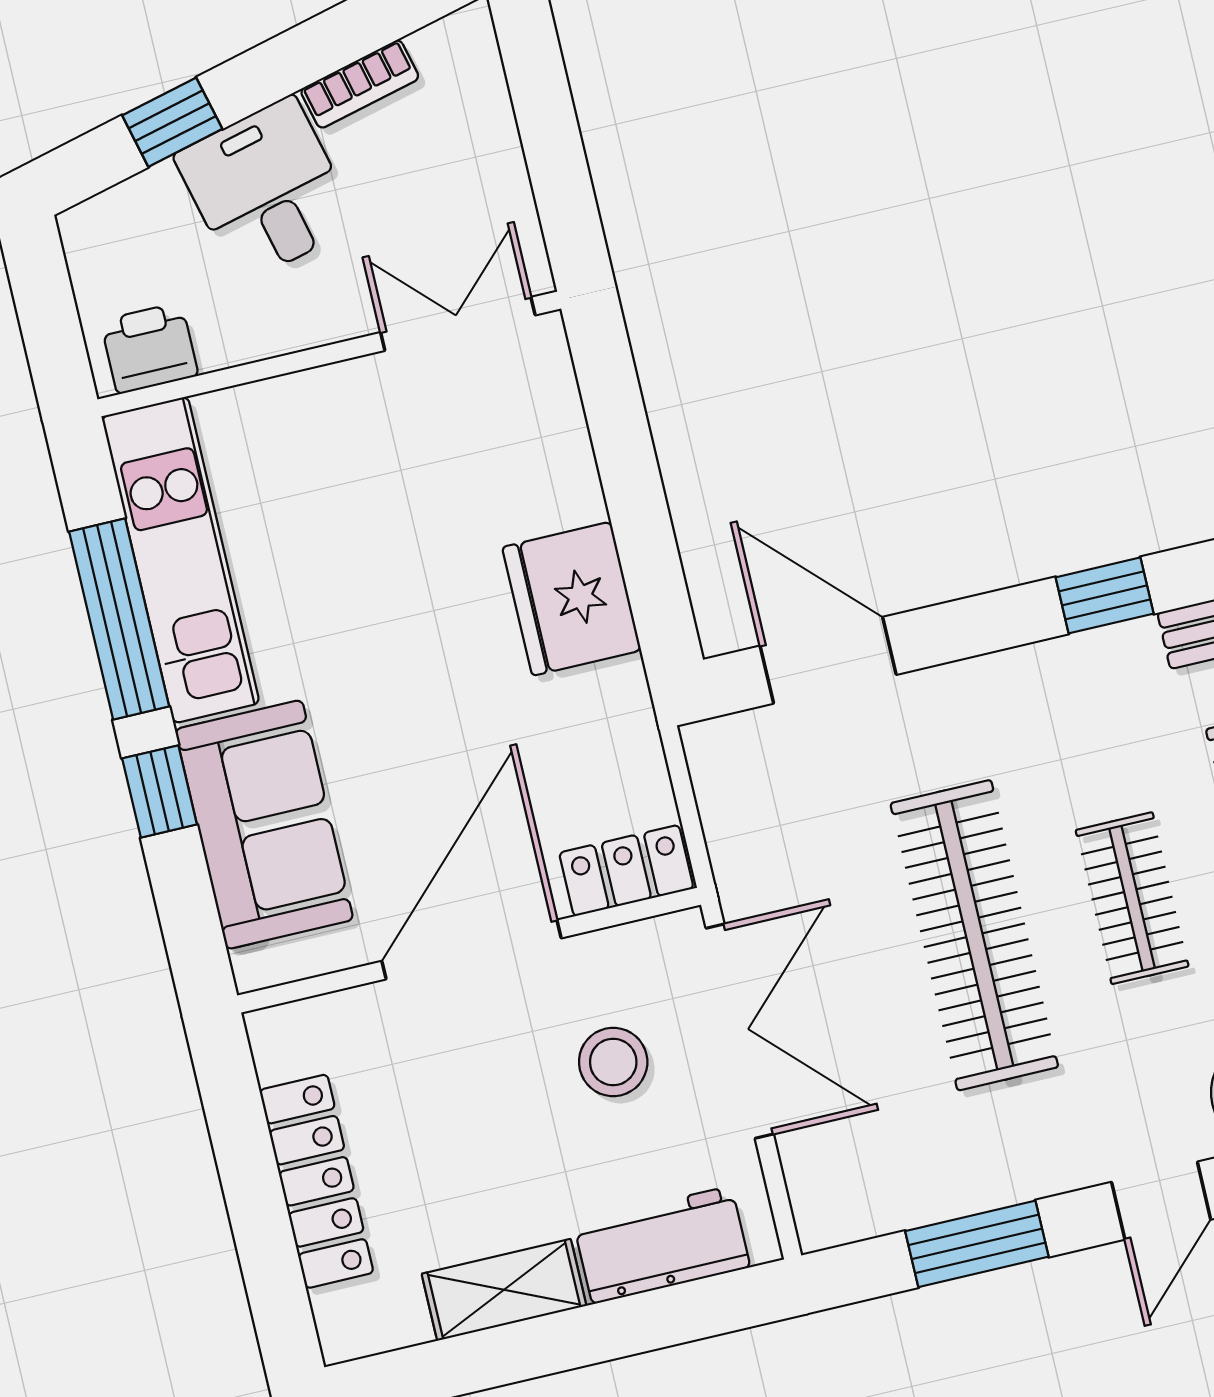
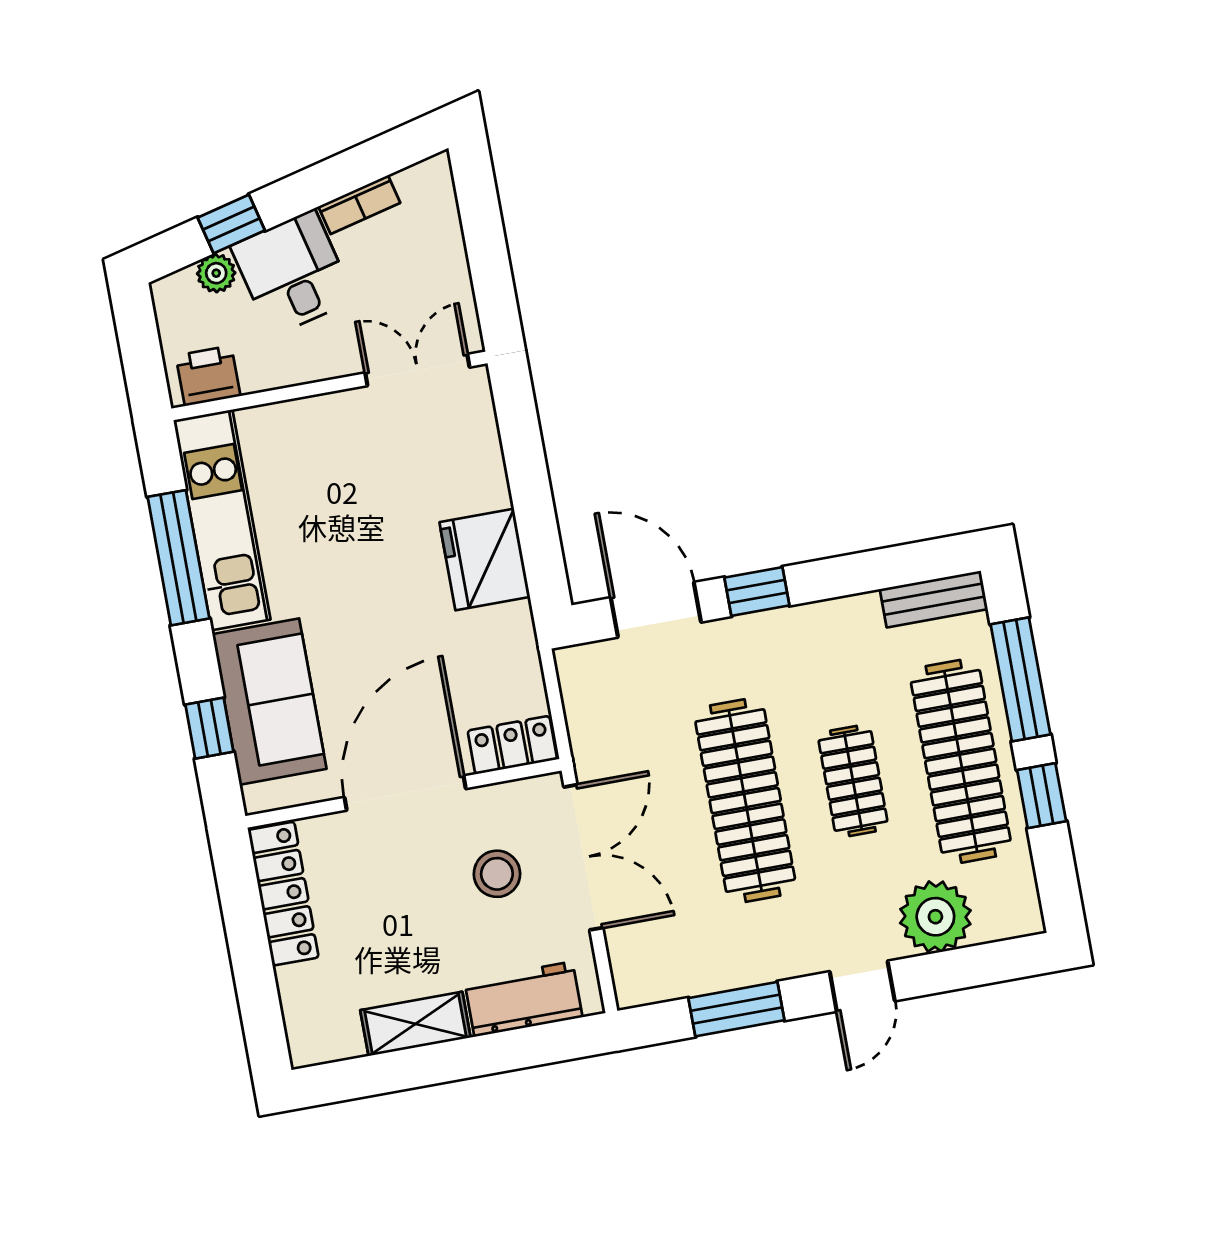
plant: (154, 196) -> (216, 273), added
window: (1105, 595) -> (757, 591), moved
window: (160, 791) -> (209, 728), moved
locker: (316, 1181) -> (283, 894), moved

